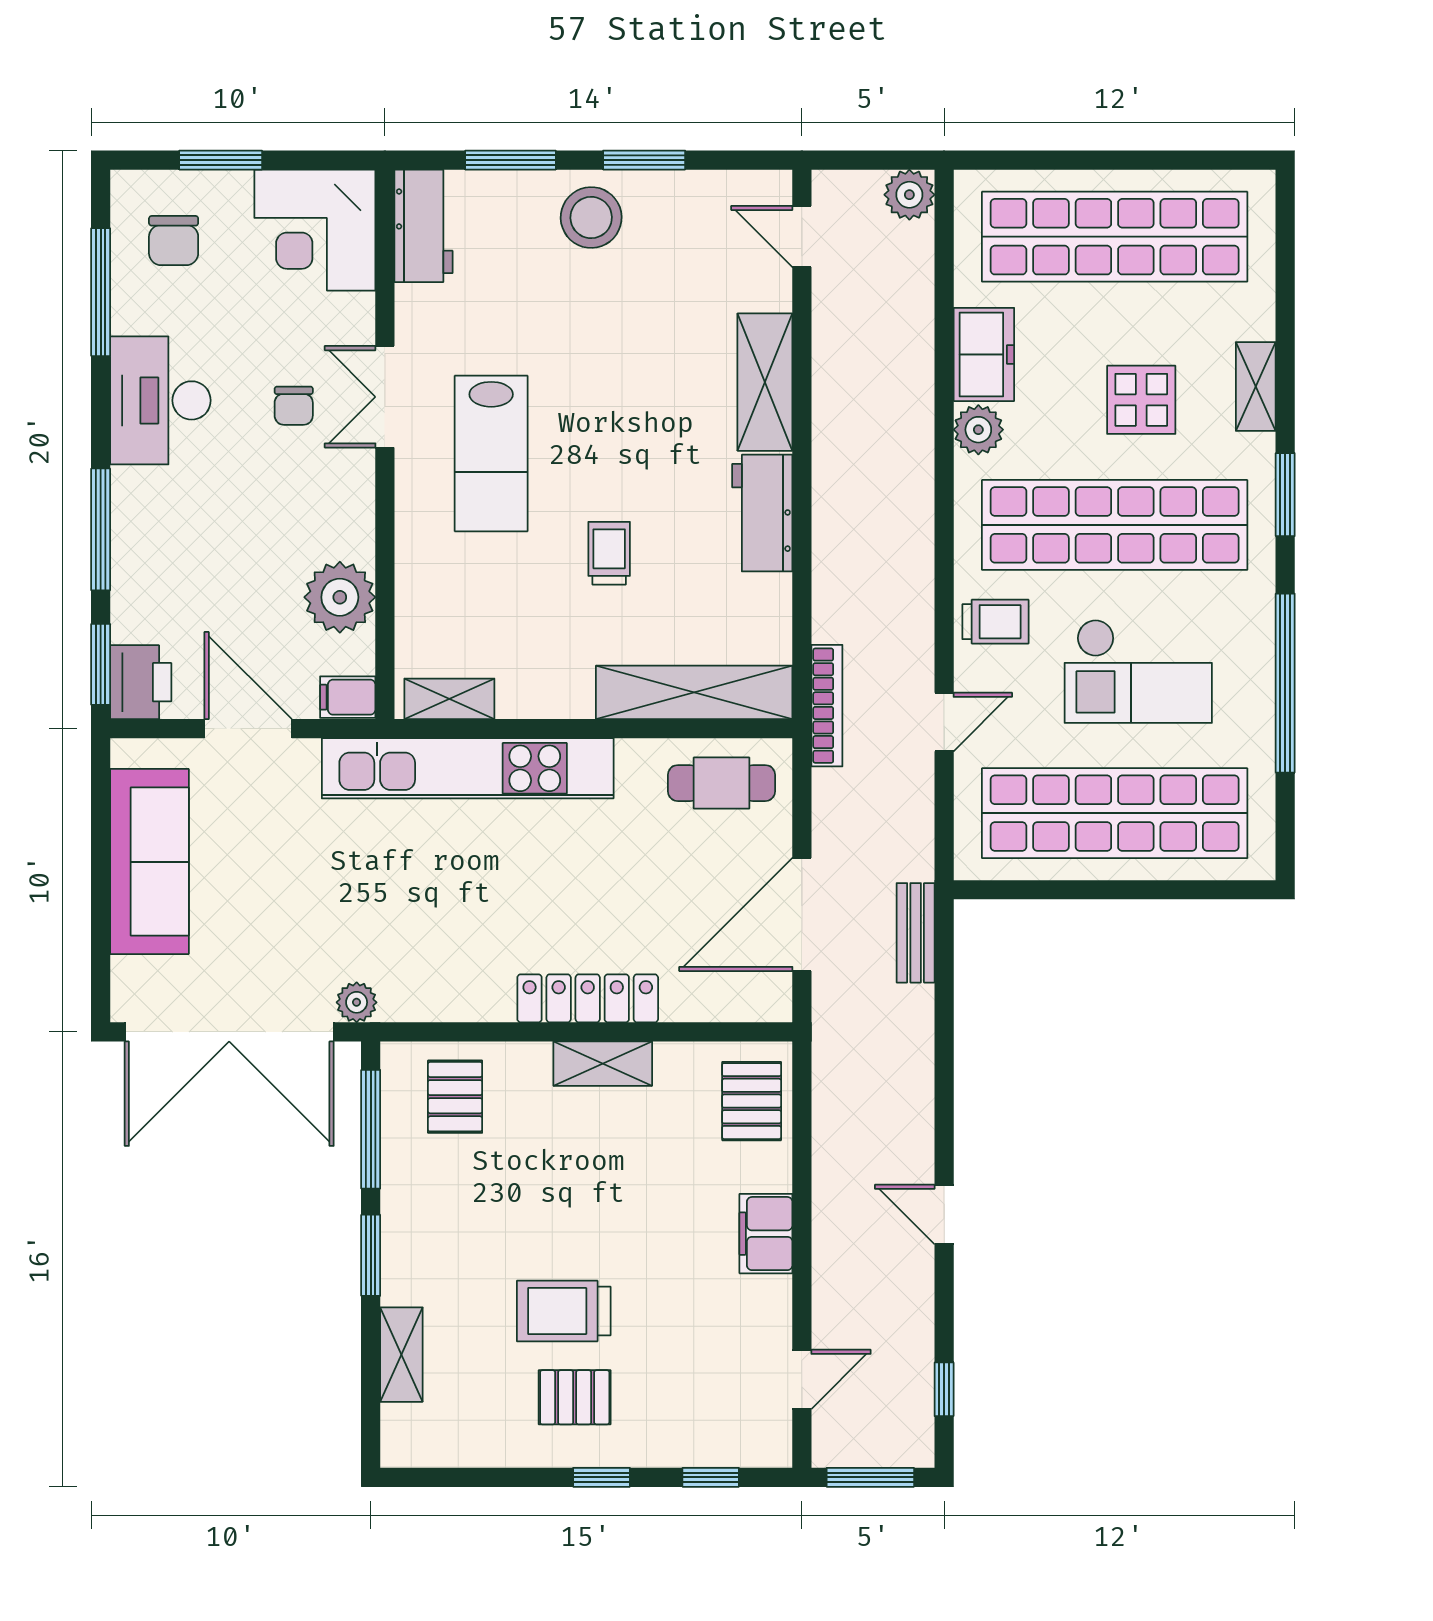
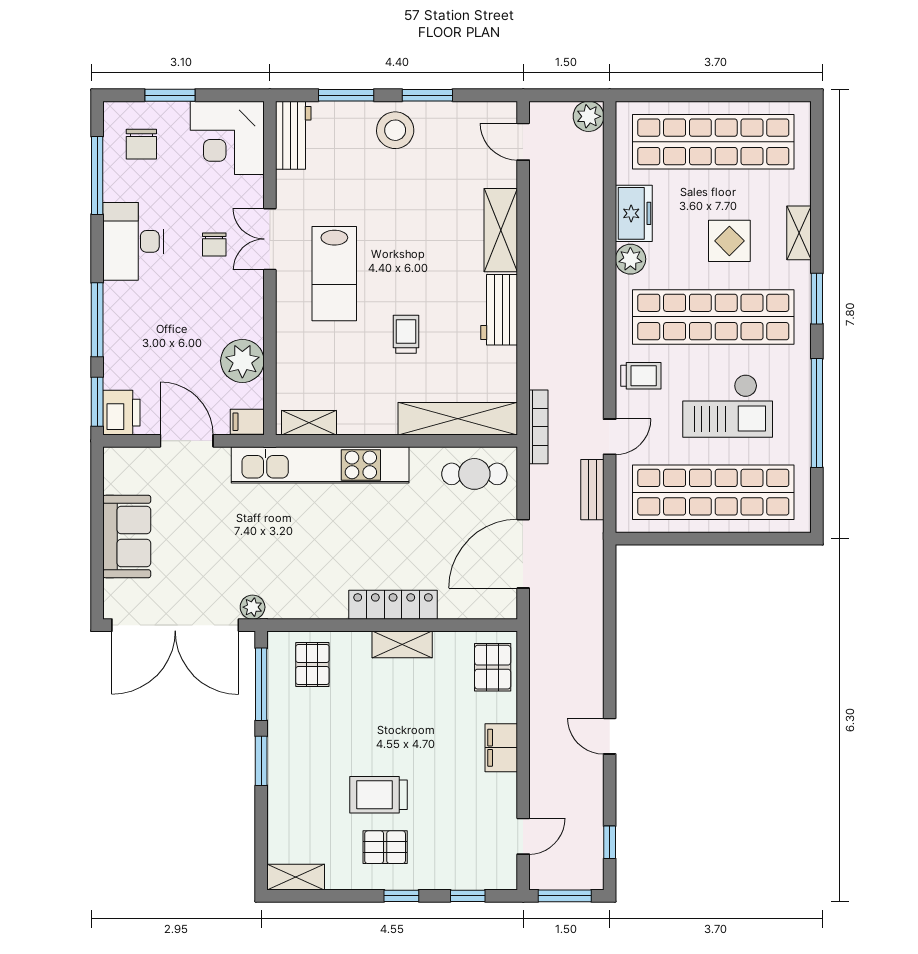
sofa: (149, 862) -> (127, 536), width x0.73
bench: (916, 933) -> (592, 490), moved
shelving: (401, 1355) -> (296, 877), moved, turned 90

